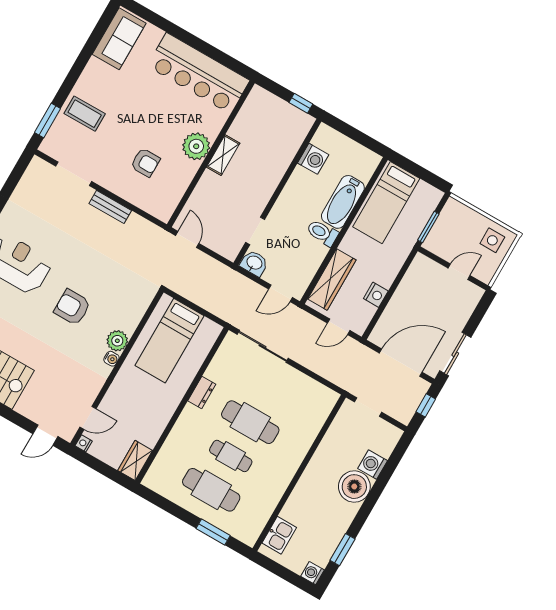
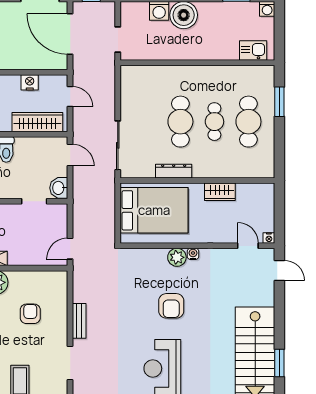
bed: (170, 341) -> (154, 210), width x1.50
dresser: (202, 392) -> (174, 171), width x1.44
wardrobe: (135, 460) -> (220, 192), moved

